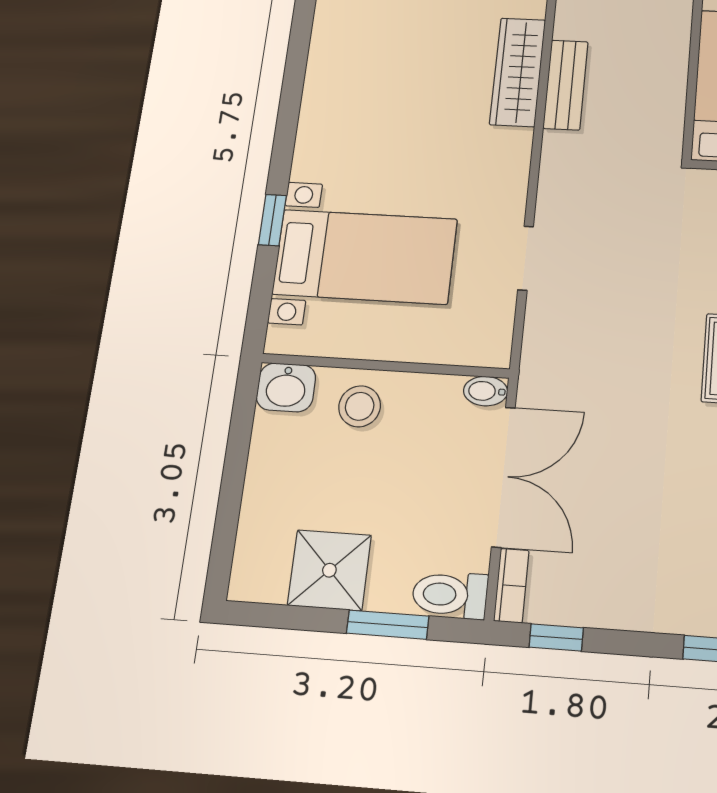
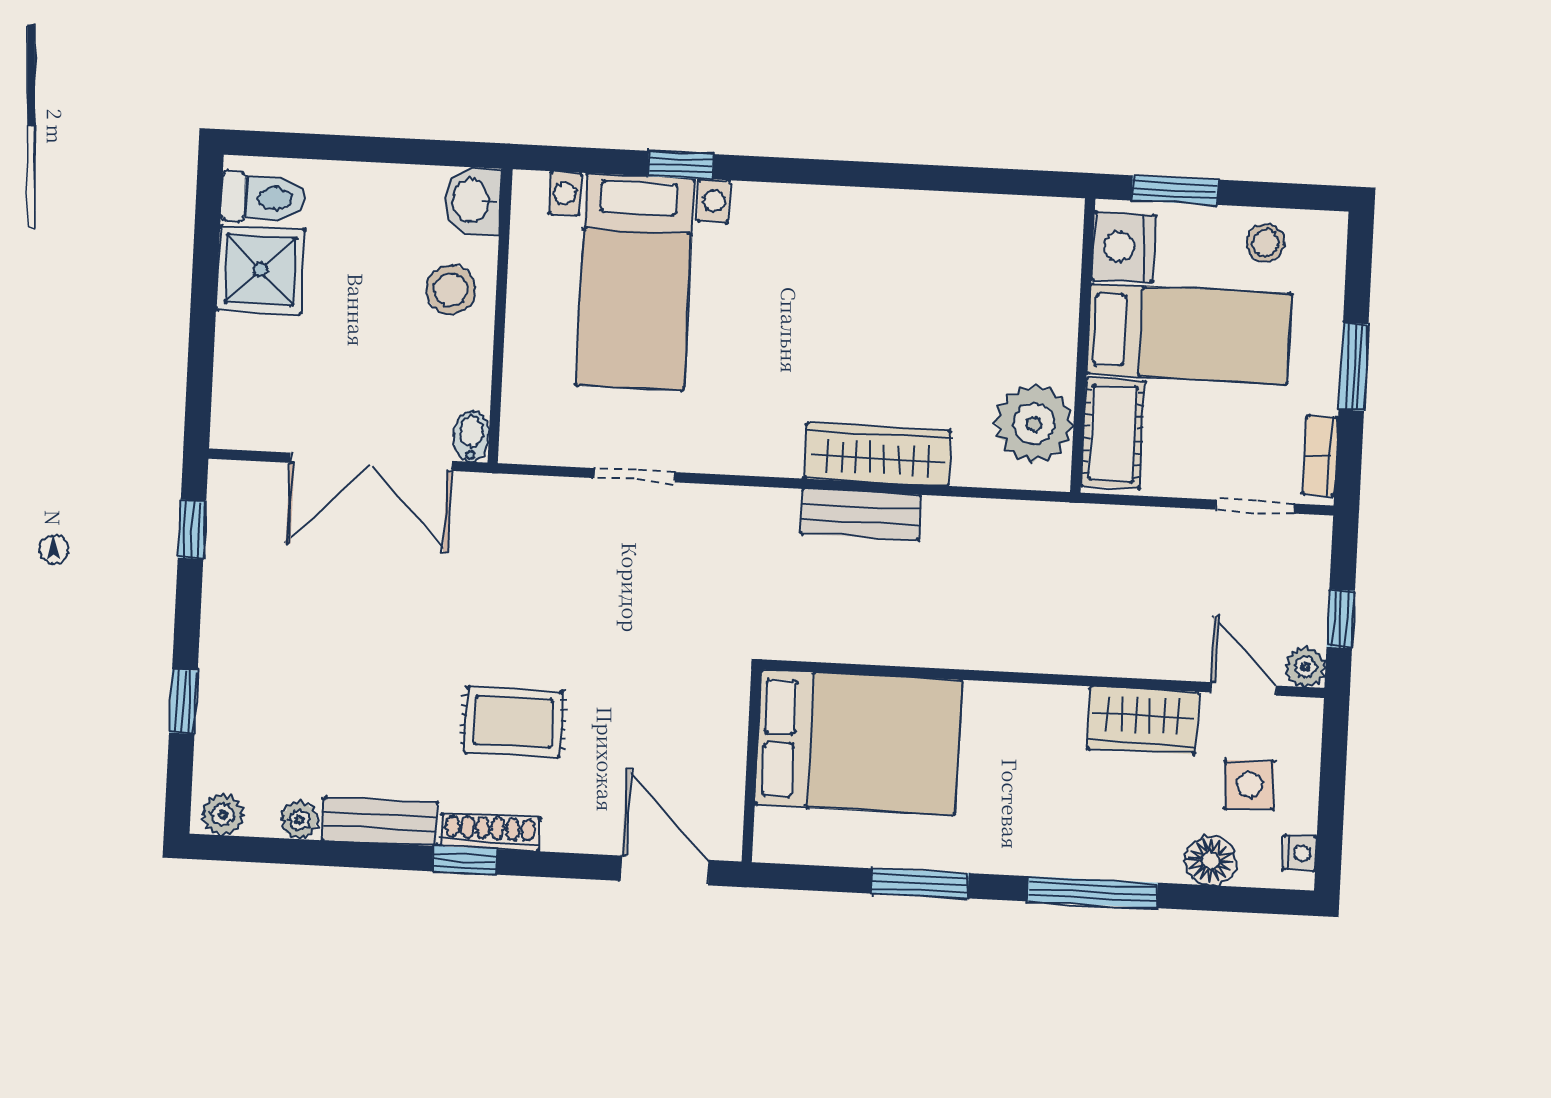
bookcase: (511, 586) -> (248, 477), removed
toilet: (450, 595) -> (263, 198), moved, turned 90
window: (388, 625) -> (202, 340), removed

